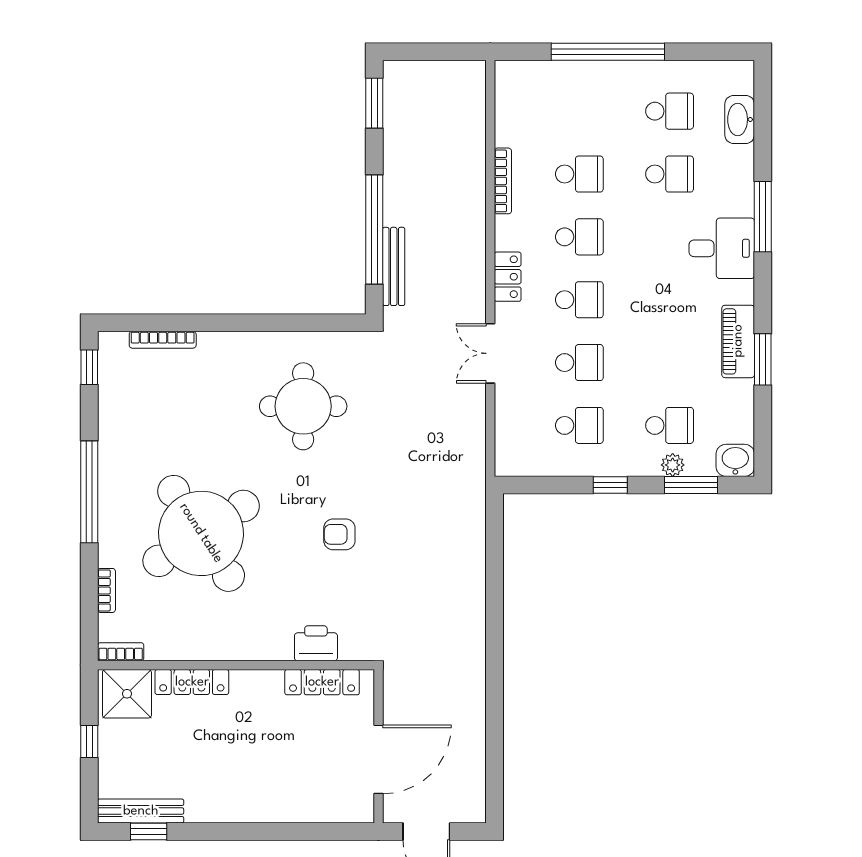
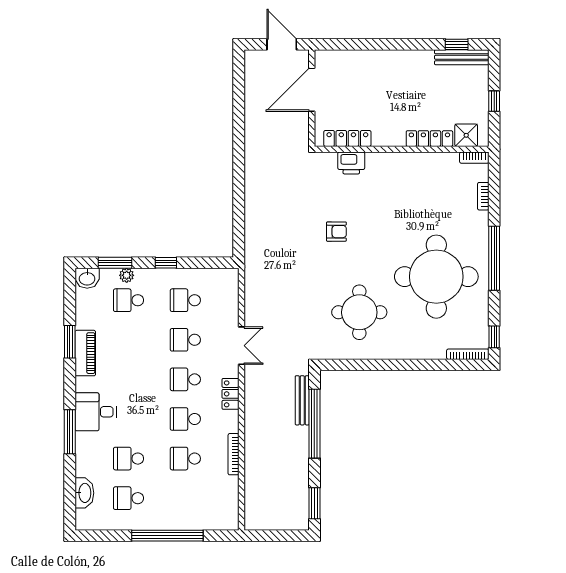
bookcase: (163, 340) -> (468, 354), moved
round table: (201, 533) -> (436, 277), moved, turned 33
shower: (127, 694) -> (466, 135), width x0.73, depth x0.73

